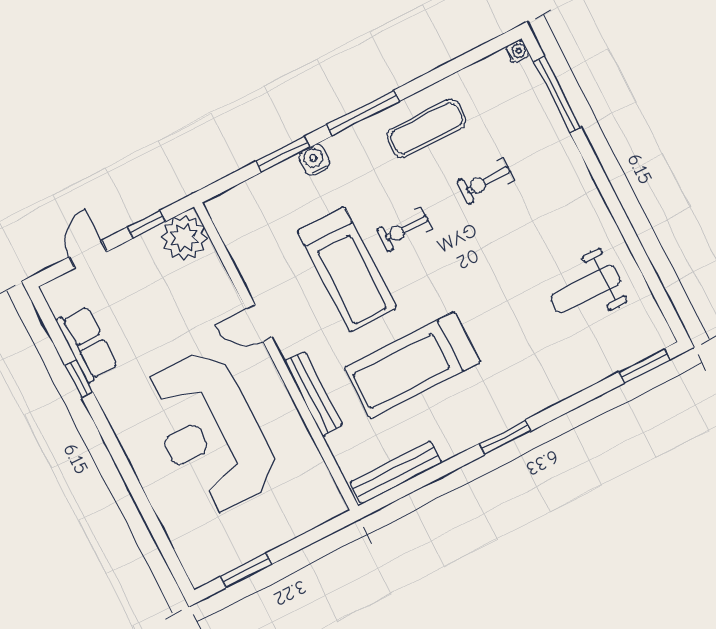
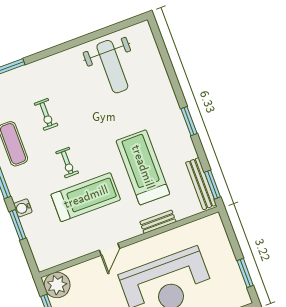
weight bench: (585, 289) -> (112, 67), width x1.36, depth x1.33
treadmill: (412, 365) -> (143, 167), turned 180
window: (644, 366) -> (212, 185), moved
bench: (313, 394) -> (158, 222), width x0.73

